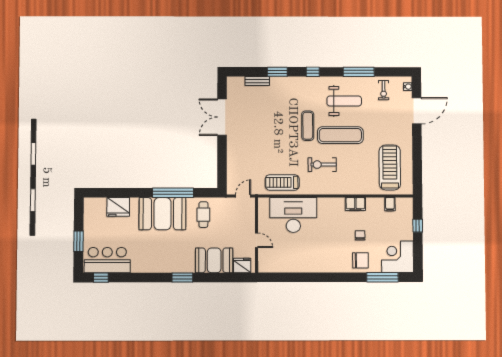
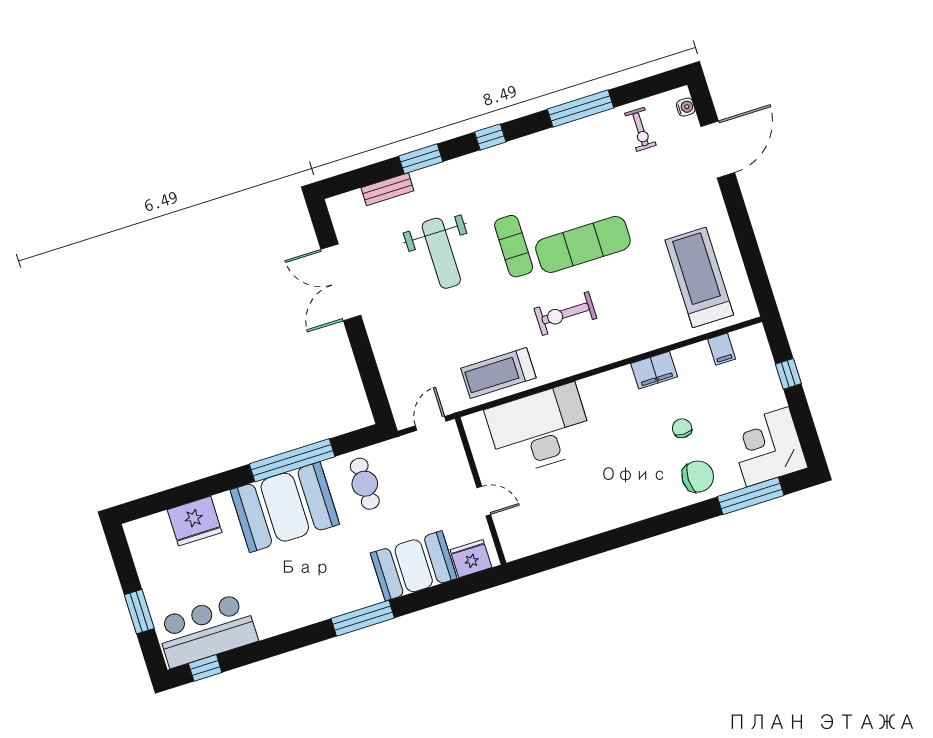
weight bench: (344, 101) -> (441, 253), moved, turned 90
window: (182, 277) -> (363, 618), width x1.44

